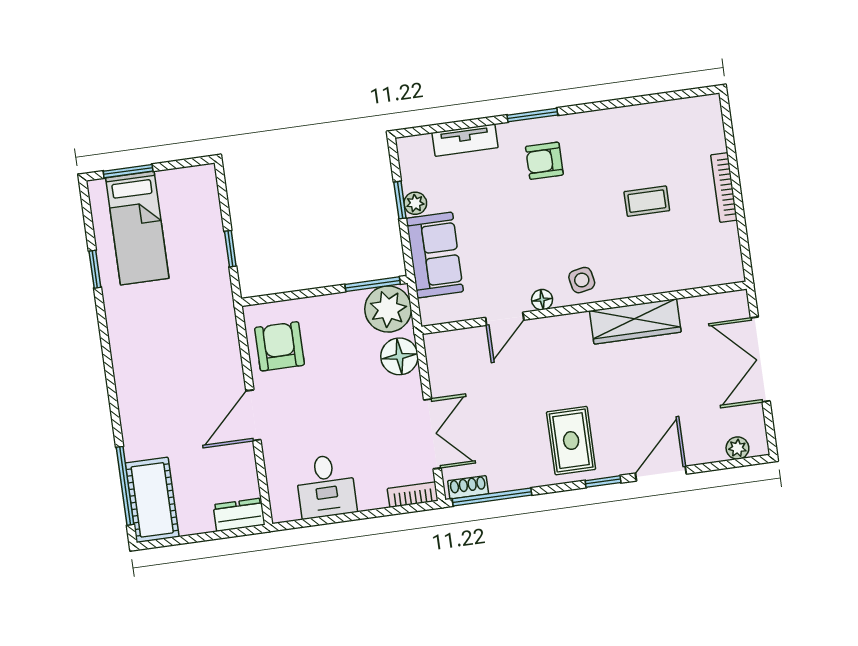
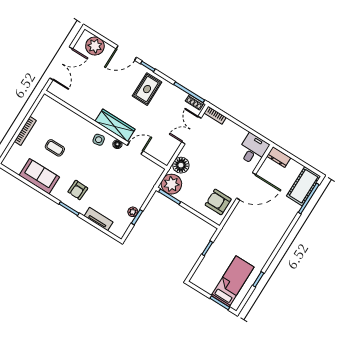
armchair: (544, 161) -> (78, 190), turned 92
sofa: (435, 255) -> (39, 176), moved, turned 90
wardrobe: (635, 321) -> (115, 125), moved
armchair: (280, 346) -> (218, 202), turned 90
door: (253, 415) -> (246, 186), width x1.36
plant: (737, 448) -> (95, 46), width x1.88, depth x1.88
desk: (326, 486) -> (253, 149), moved

